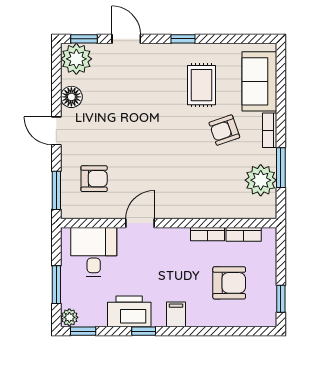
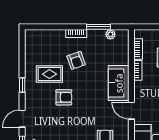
sofa: (259, 81) -> (119, 83), moved, turned 90
armchair: (162, 109) -> (64, 97), added
plant: (261, 180) -> (110, 34), width x0.53, depth x0.53

